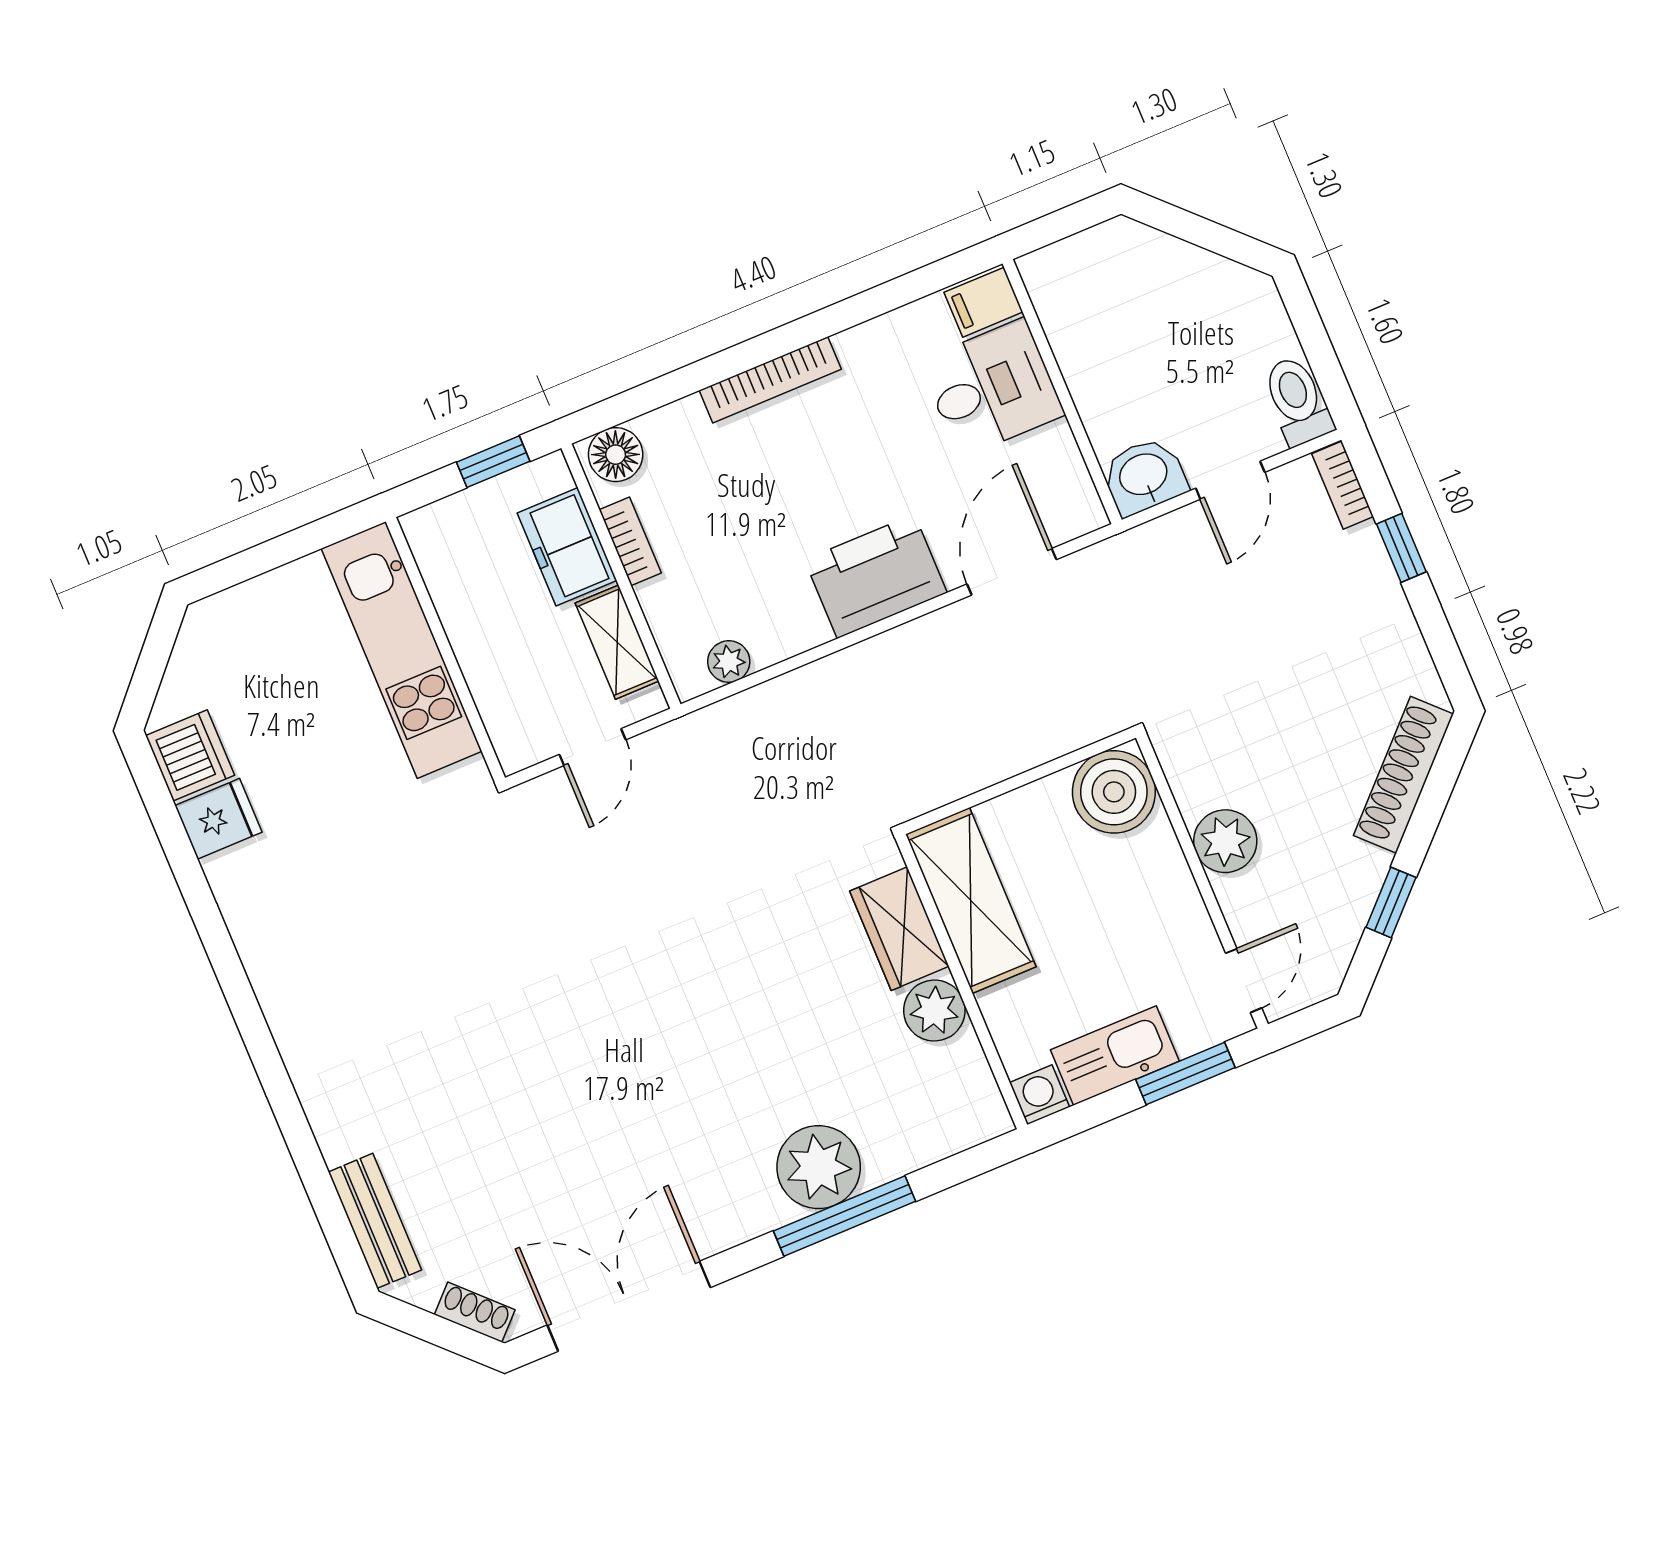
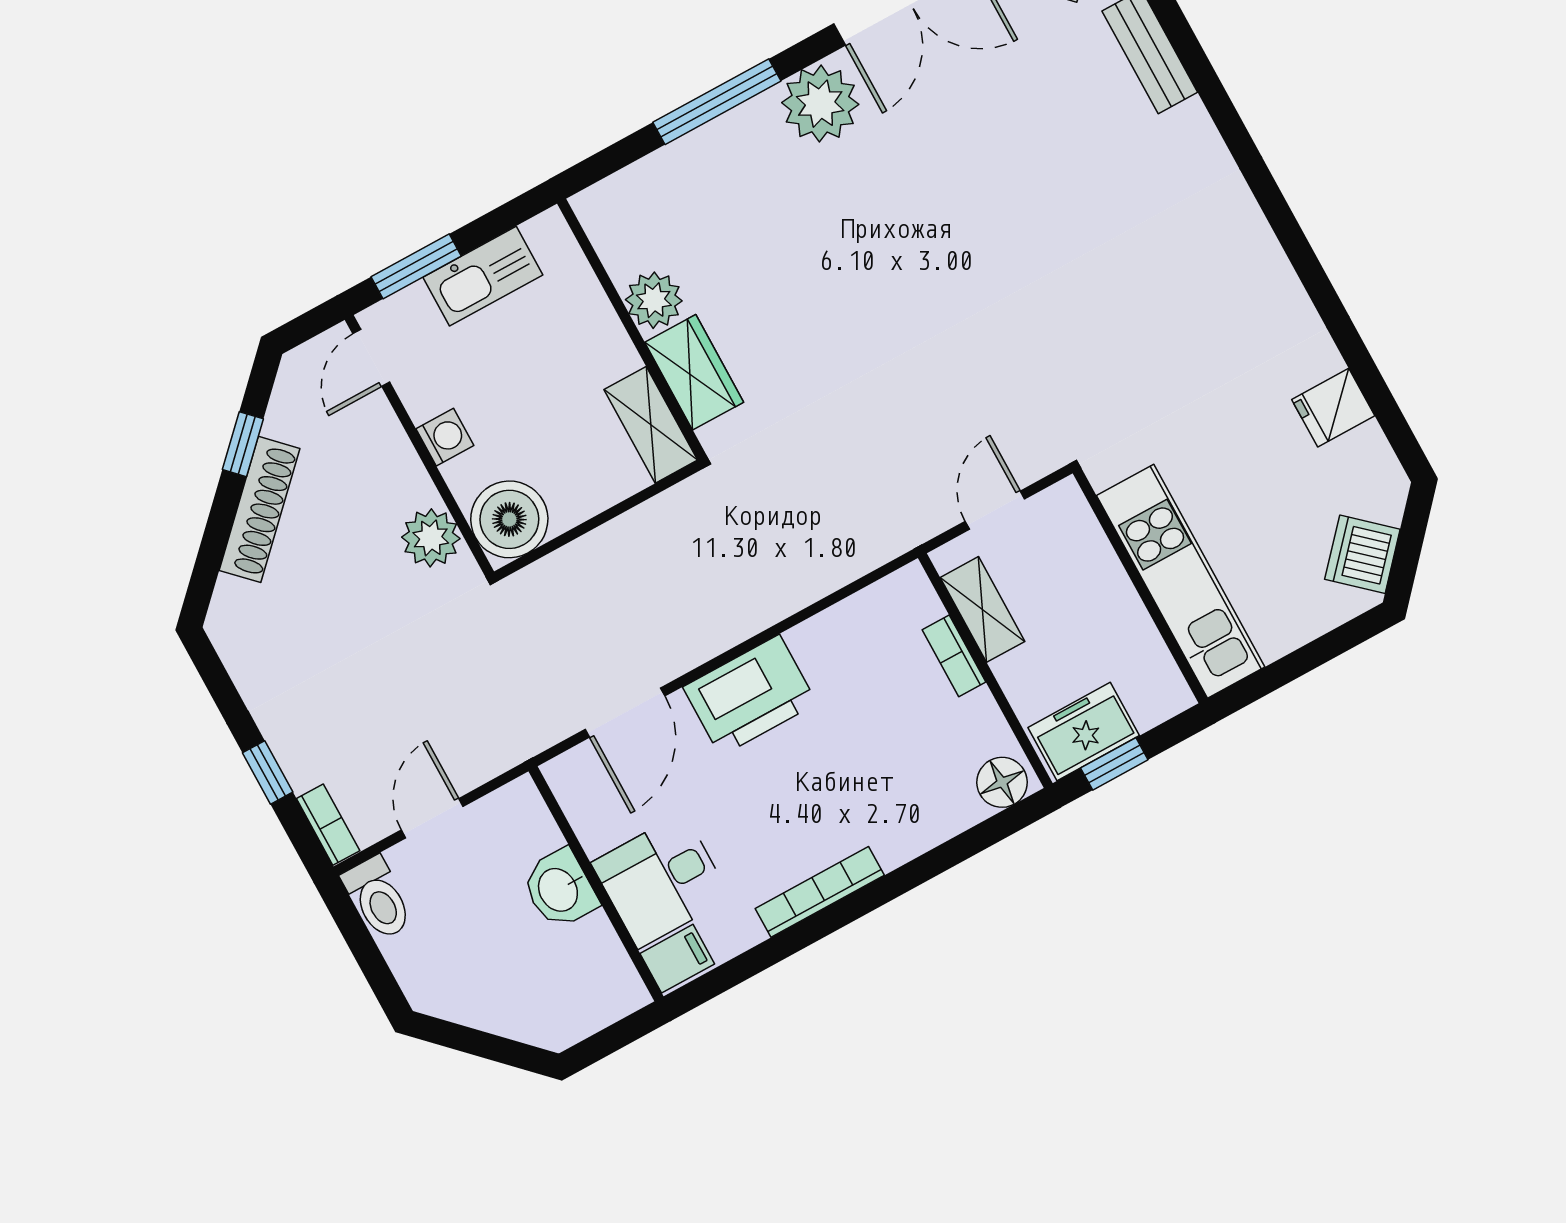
bookcase: (770, 380) -> (820, 892), moved
washbasin: (1144, 476) -> (560, 889), moved, turned 90
bookcase: (630, 541) -> (954, 656), moved
freezer: (567, 547) -> (1084, 731), moved, turned -90
plant: (729, 662) -> (877, 602), removed
dishwasher: (190, 755) -> (1362, 554), moved, turned 42
shoe rack: (1404, 775) -> (259, 509), moved
plant: (1225, 841) -> (431, 538), moved
shelving: (971, 901) -> (651, 425), width x0.67, depth x0.75
washing machine: (1040, 1095) -> (445, 437), moved, turned -90
plant: (819, 1167) -> (820, 104), moved

